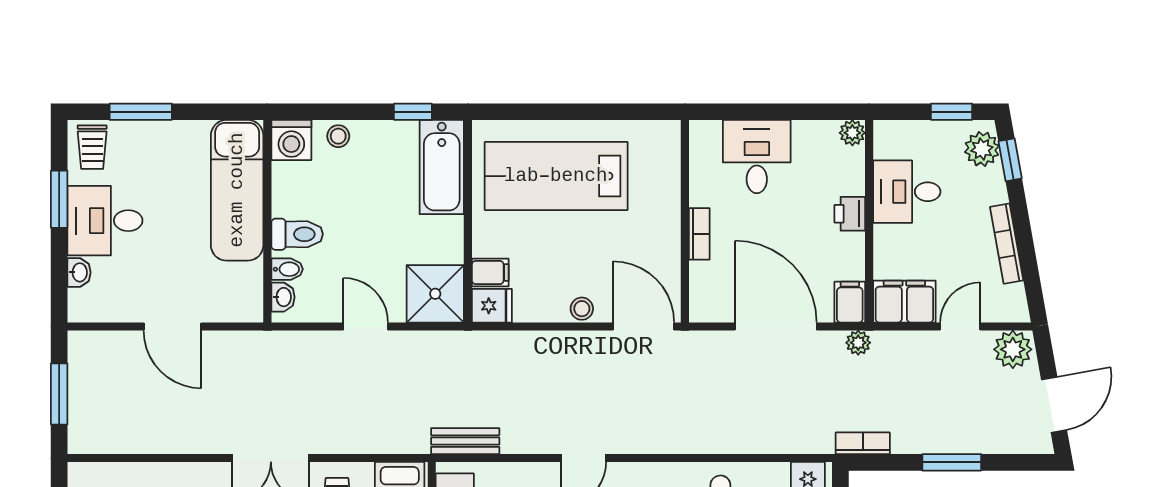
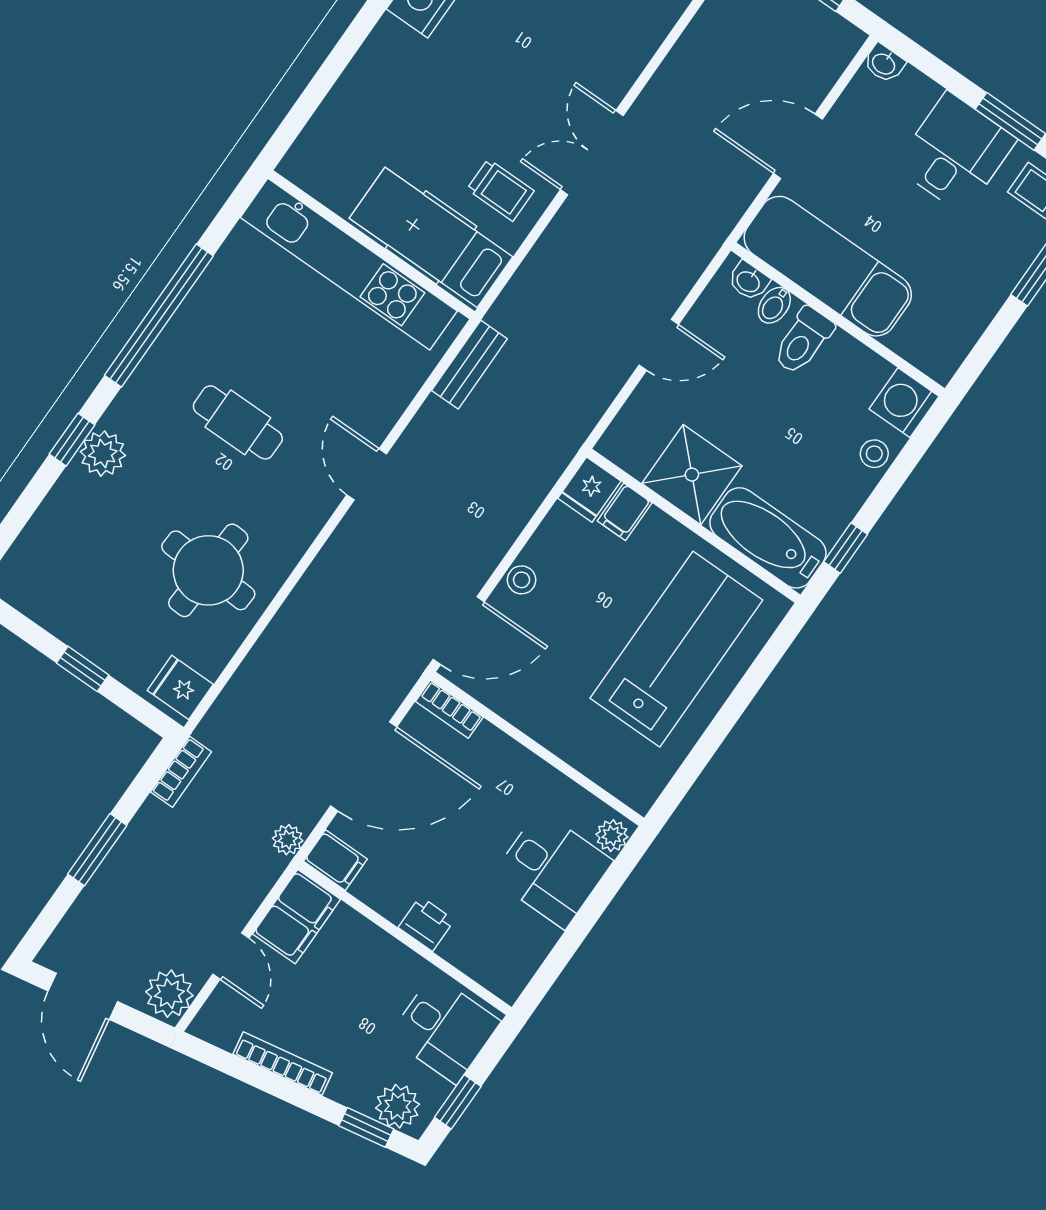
plant: (852, 133) -> (612, 836), moved
exam couch: (237, 190) -> (828, 266), moved
desk: (907, 192) -> (444, 1029), moved, turned 90
bookcase: (699, 234) -> (449, 709), moved
washbasin: (79, 272) -> (884, 63), moved
shower: (435, 294) -> (692, 475), moved

